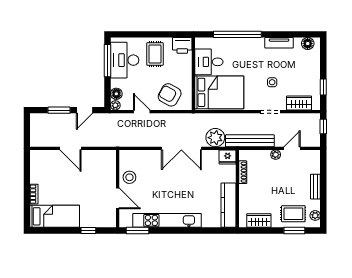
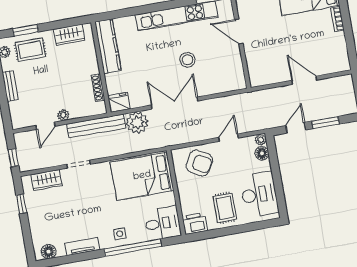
window: (107, 61) -> (279, 190), removed
desk: (209, 62) -> (163, 223), moved
side table: (272, 82) -> (120, 234), moved
door: (142, 112) -> (229, 138), swing flipped
stool: (129, 177) -> (187, 60), moved

